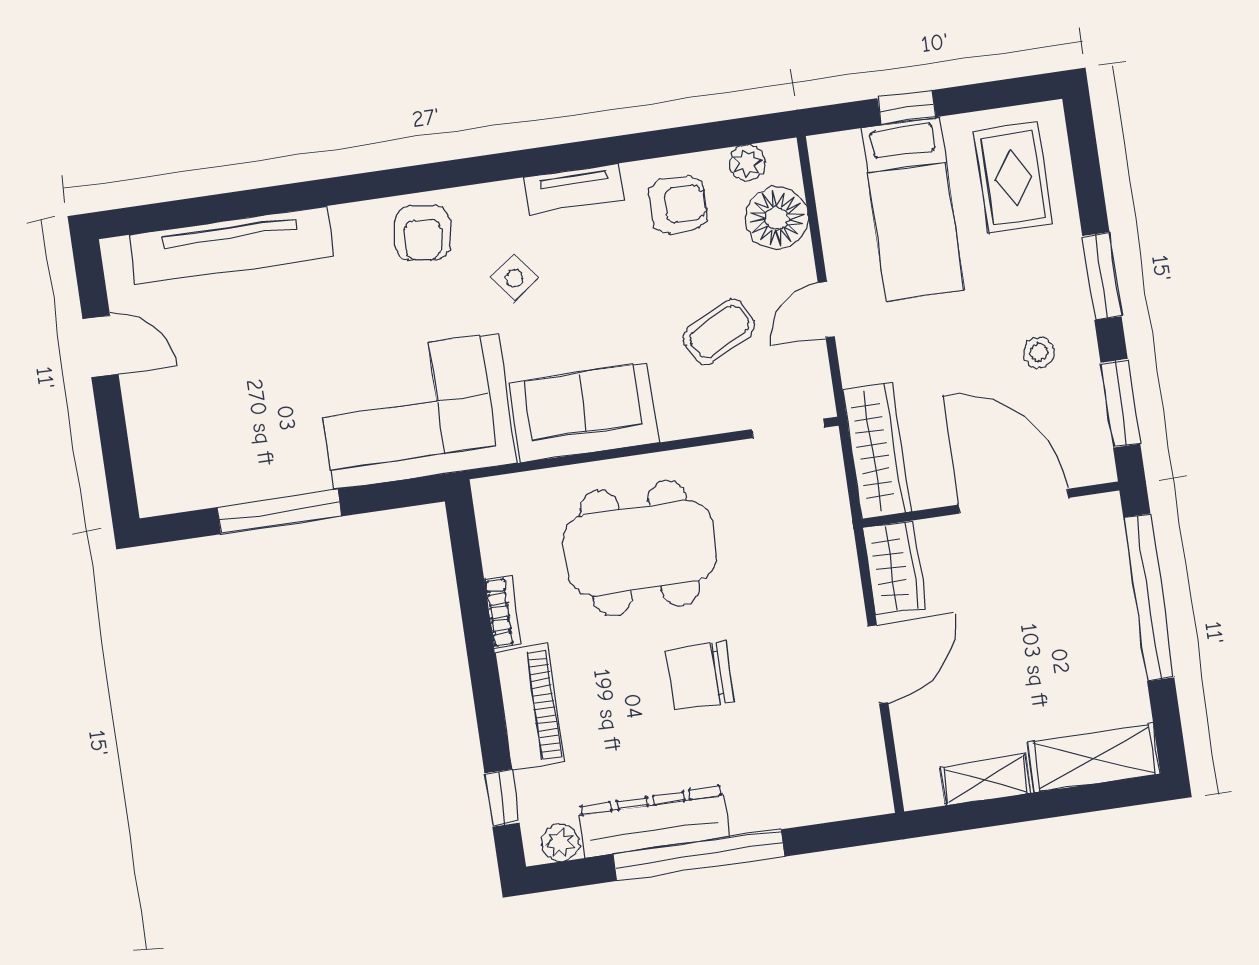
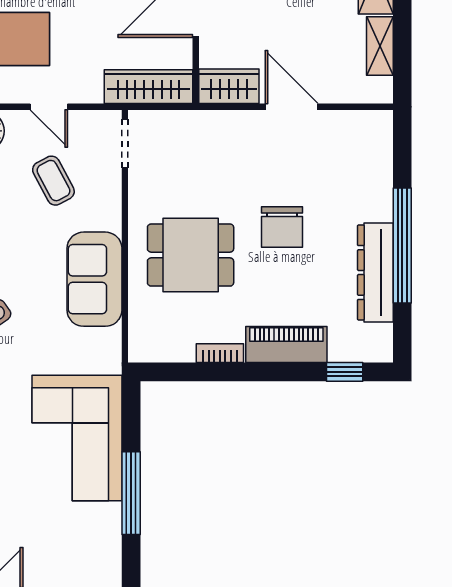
corner sofa: (416, 411) -> (77, 438), moved
dining table: (640, 548) -> (191, 255), width x0.73
plant: (560, 843) -> (380, 337), removed

